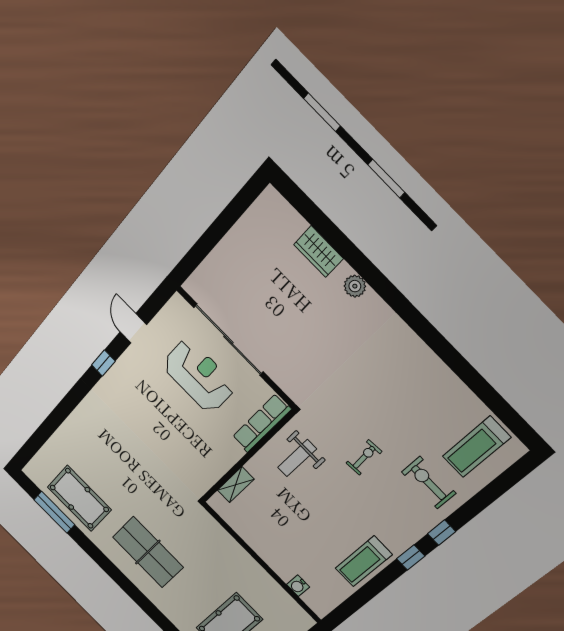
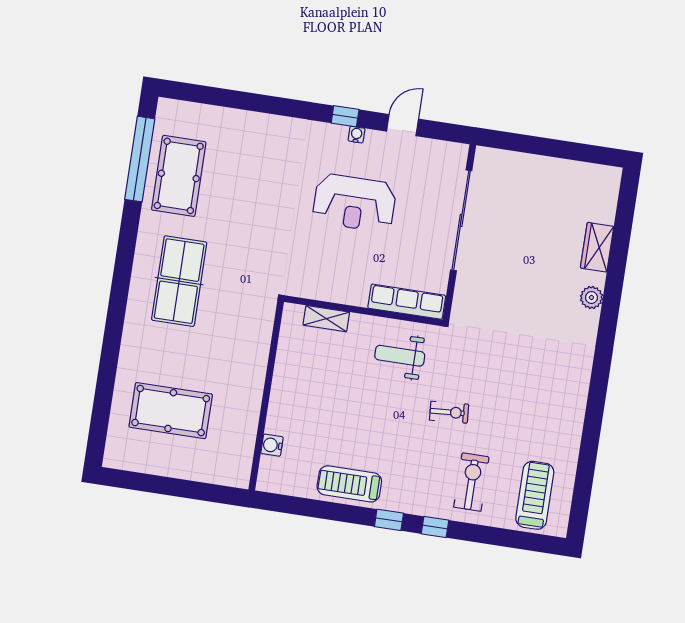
water cooler: (121, 365) -> (356, 135), added
reception desk: (199, 376) -> (354, 203), moved, turned 90
treadmill: (476, 447) -> (535, 495), turned 90
window: (54, 512) -> (140, 159), width x1.46

